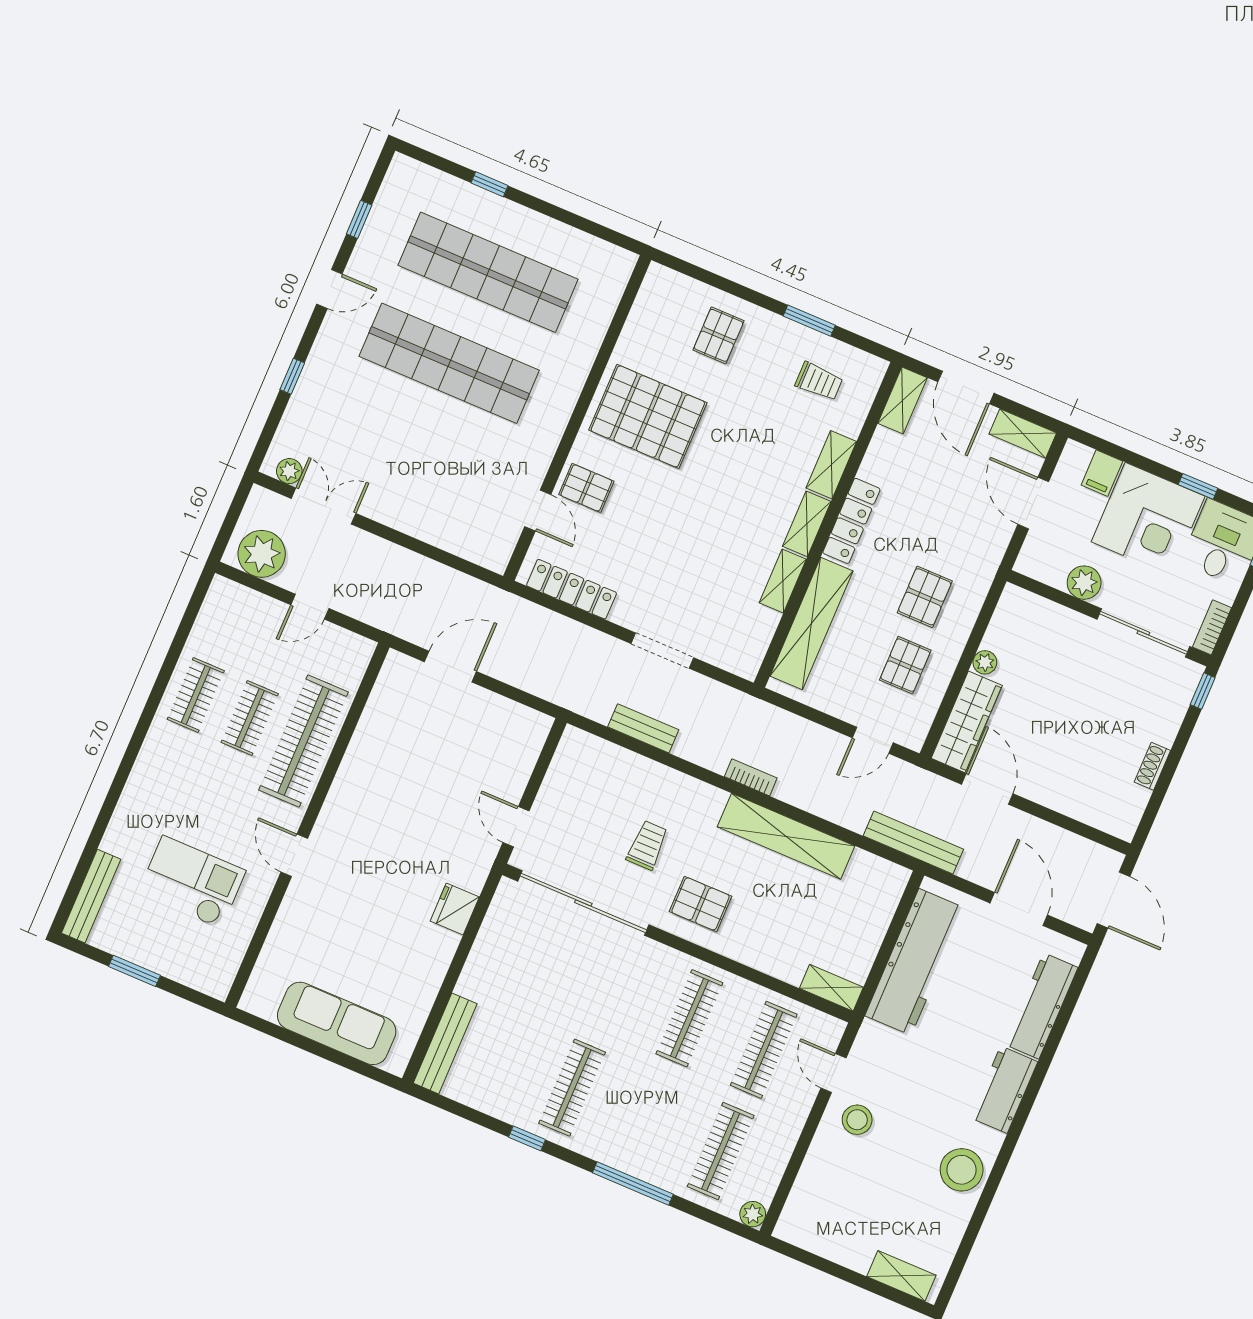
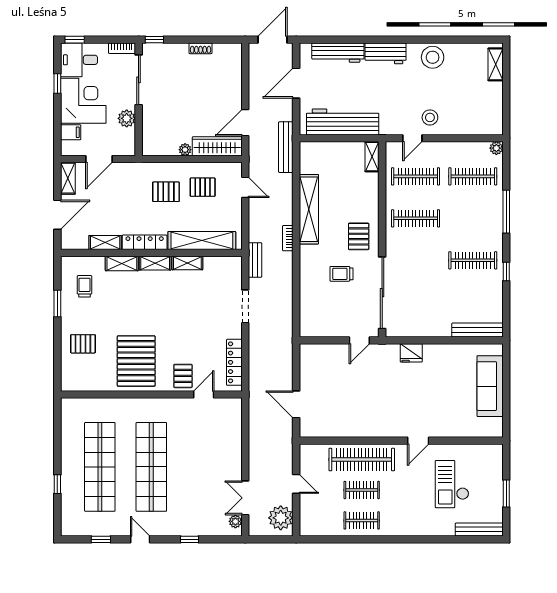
shelving: (902, 400) -> (105, 242), moved
bench: (643, 728) -> (255, 260), moved

